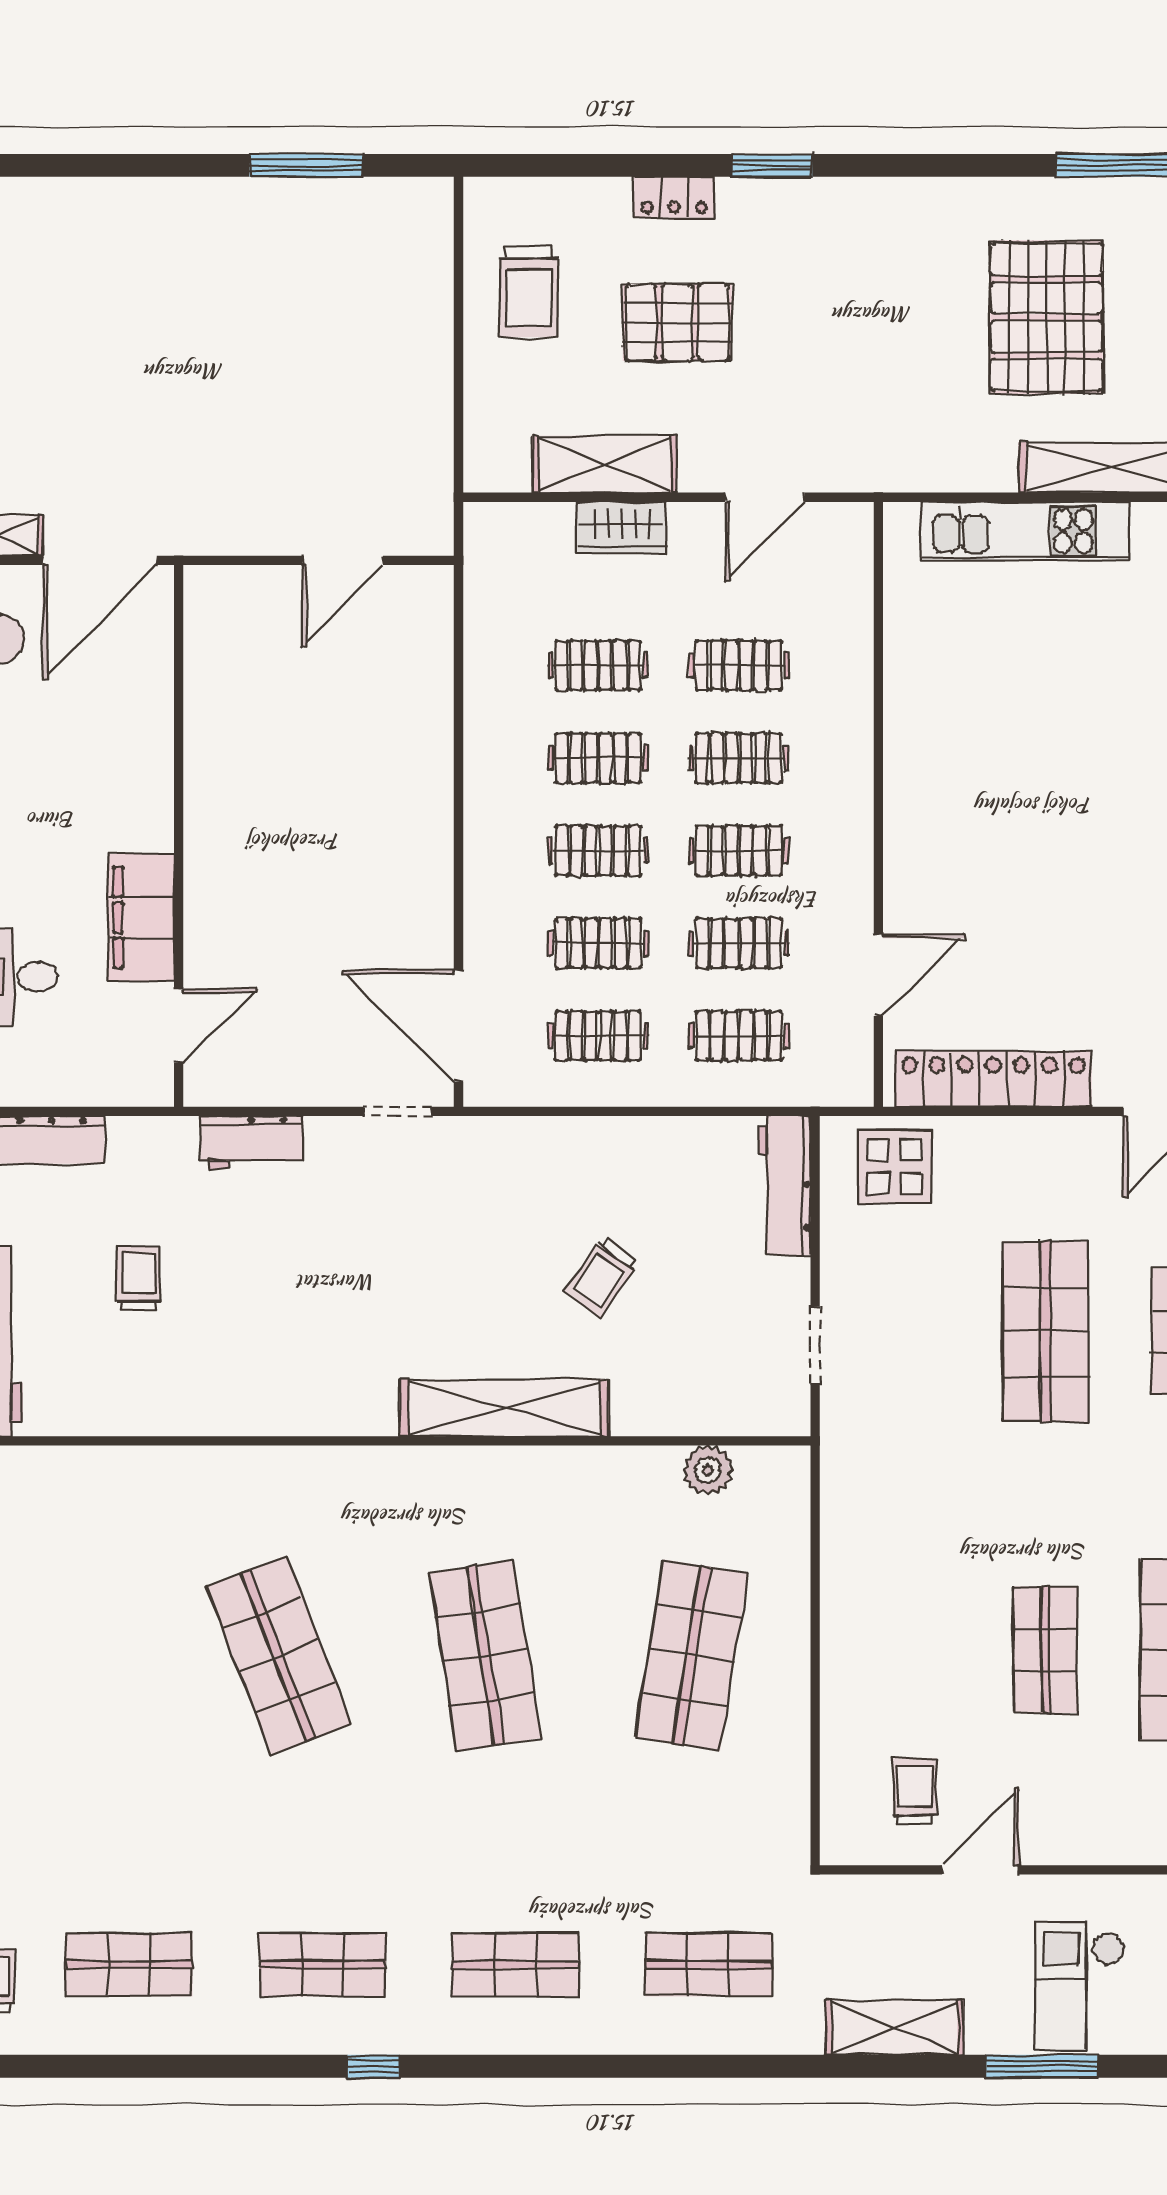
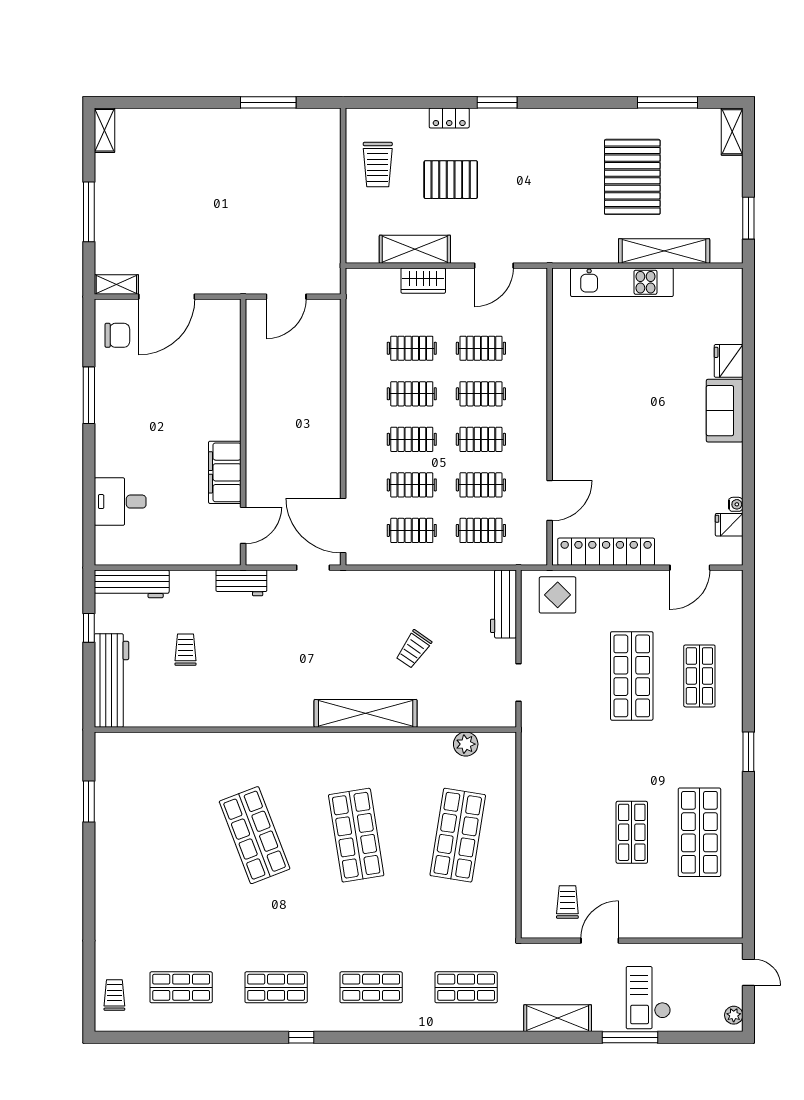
wall: (179, 836) -> (243, 432), moved
filing cabinet: (141, 918) -> (225, 472), moved
door: (179, 1026) -> (243, 525), moved

